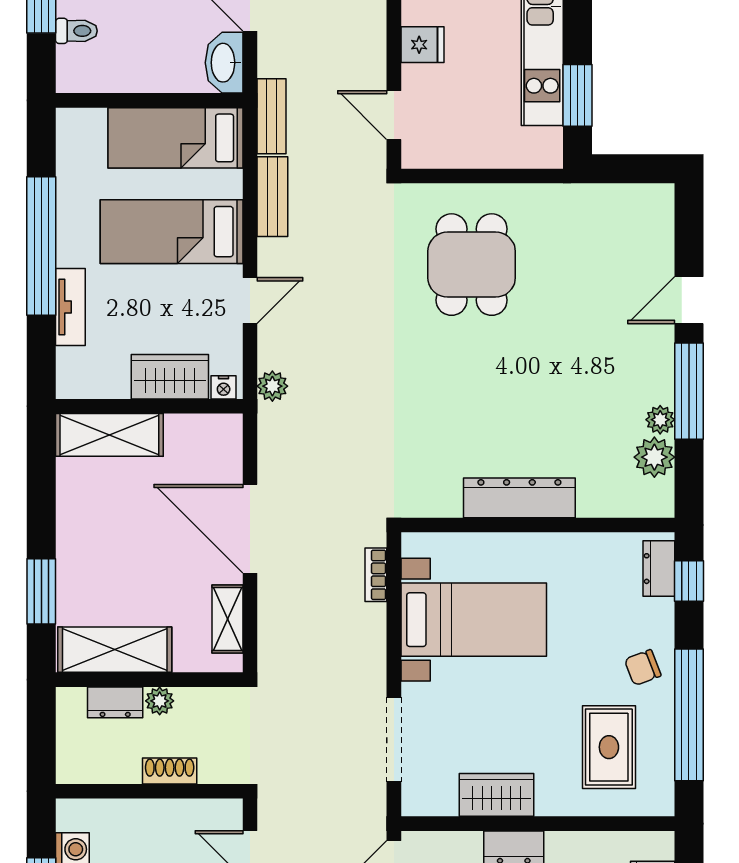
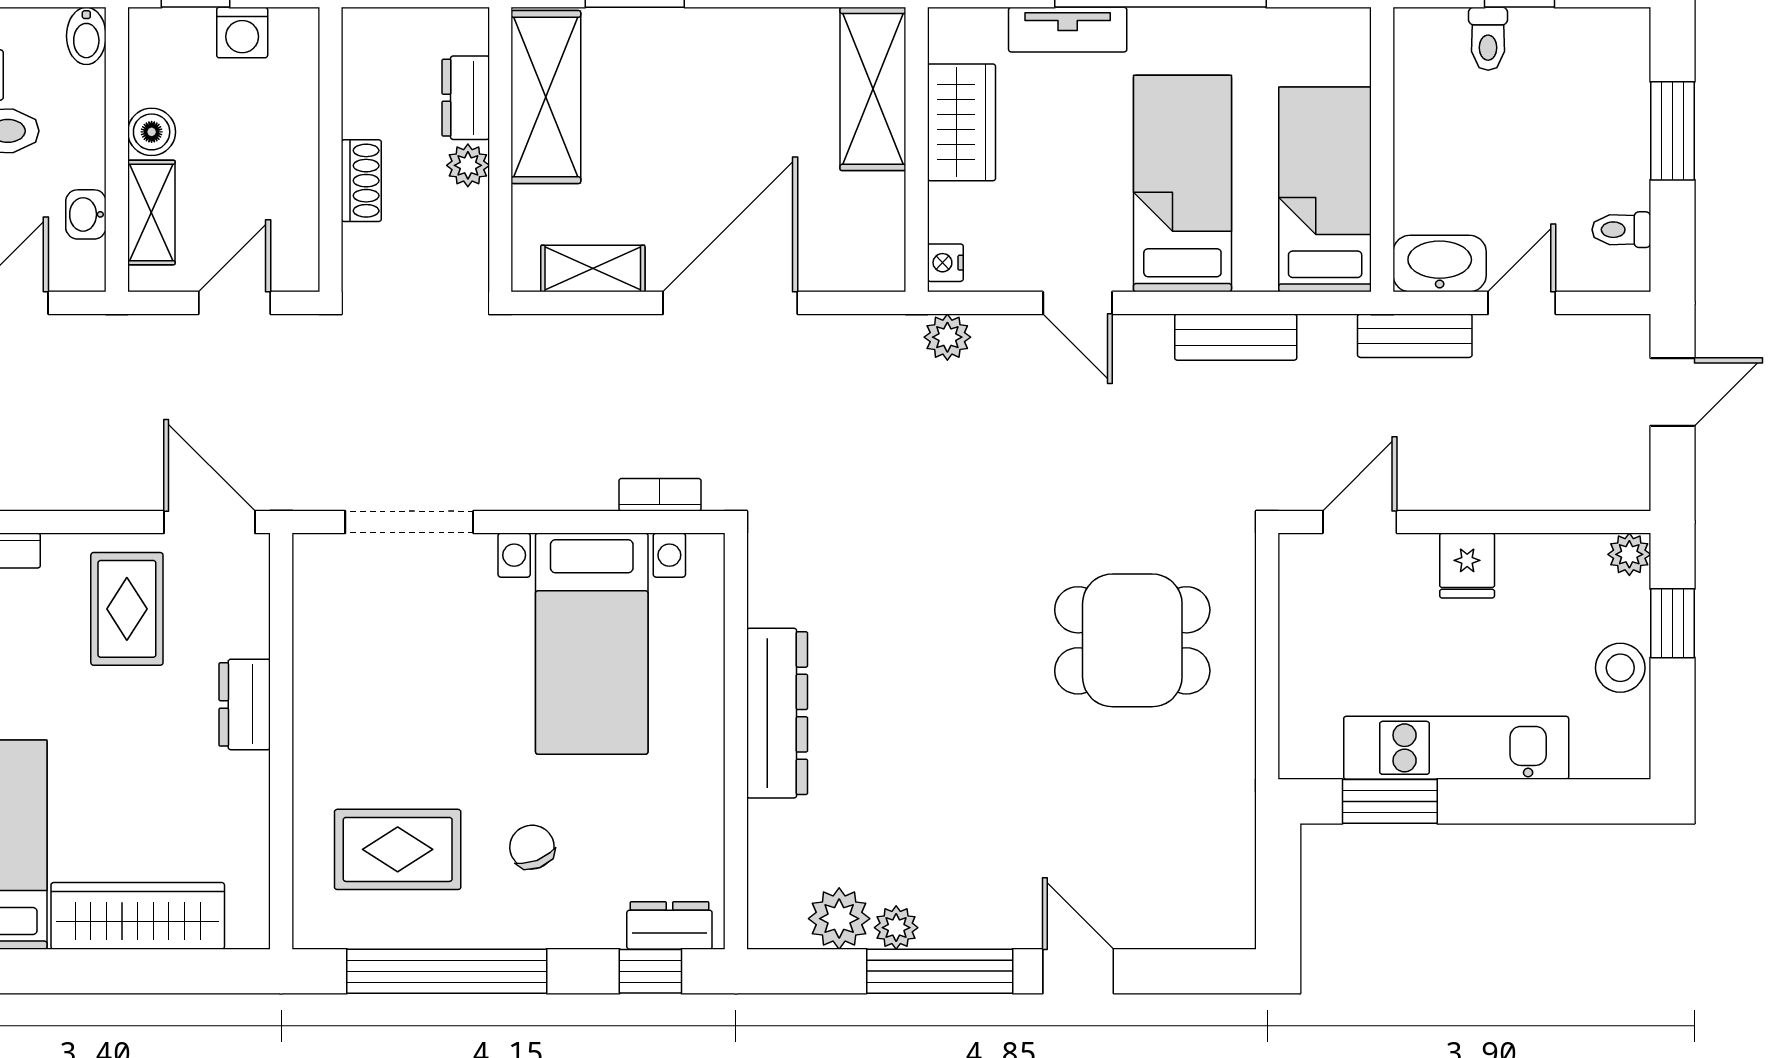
bench: (271, 116) -> (1415, 336), moved
wardrobe: (170, 377) -> (961, 122), moved
chair: (643, 668) -> (532, 847), moved
wardrobe: (496, 795) -> (325, 678), removed

